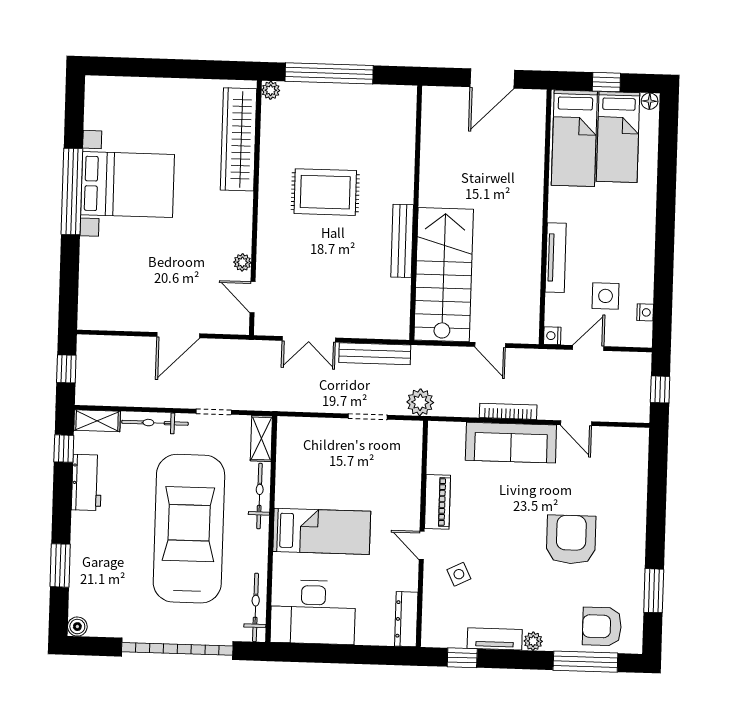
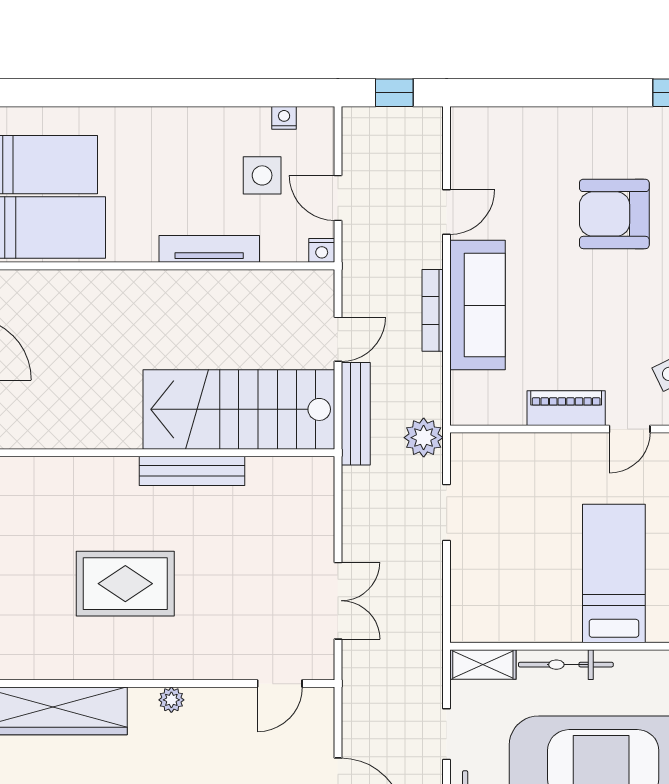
rug: (325, 192) -> (125, 584), turned 90
plant: (242, 262) -> (171, 700), moved
bench: (375, 354) -> (356, 414), moved

